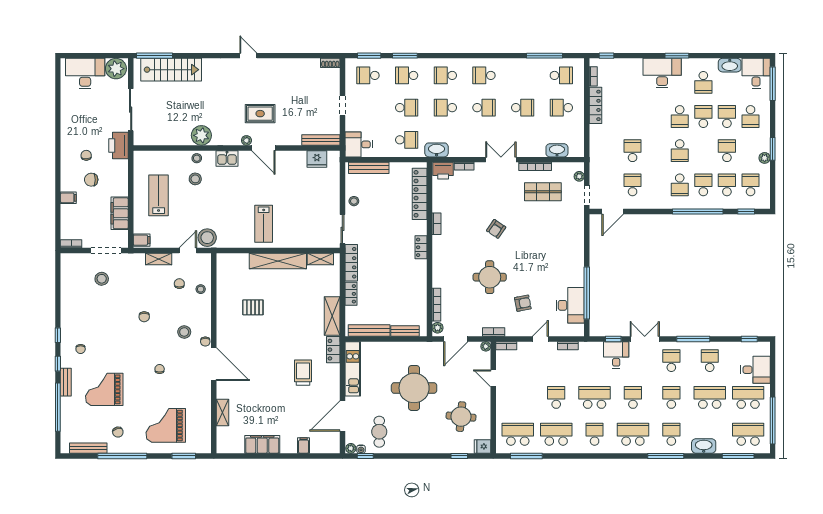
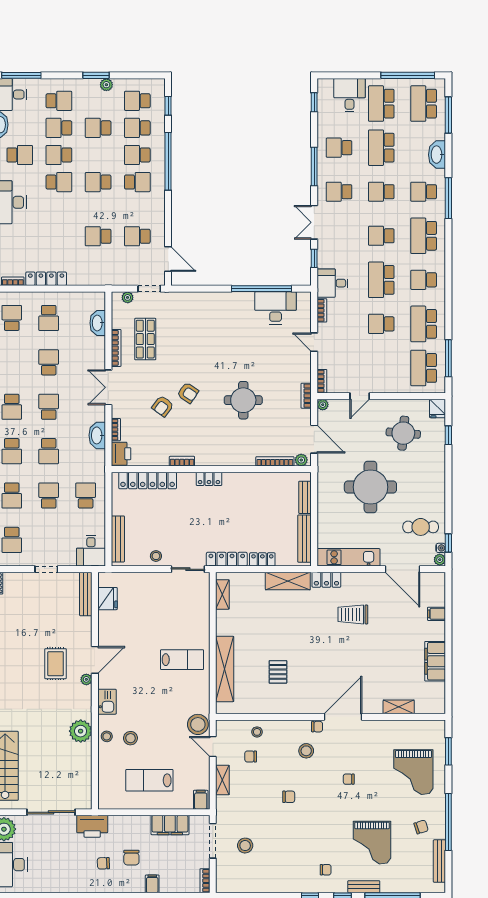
washbasin: (437, 150) -> (97, 435), moved
school desk: (680, 151) -> (98, 182), turned 180
shelving: (278, 261) -> (225, 669), moved
armchair: (523, 303) -> (163, 406), moved, turned -132
desk: (616, 355) -> (333, 283), moved

